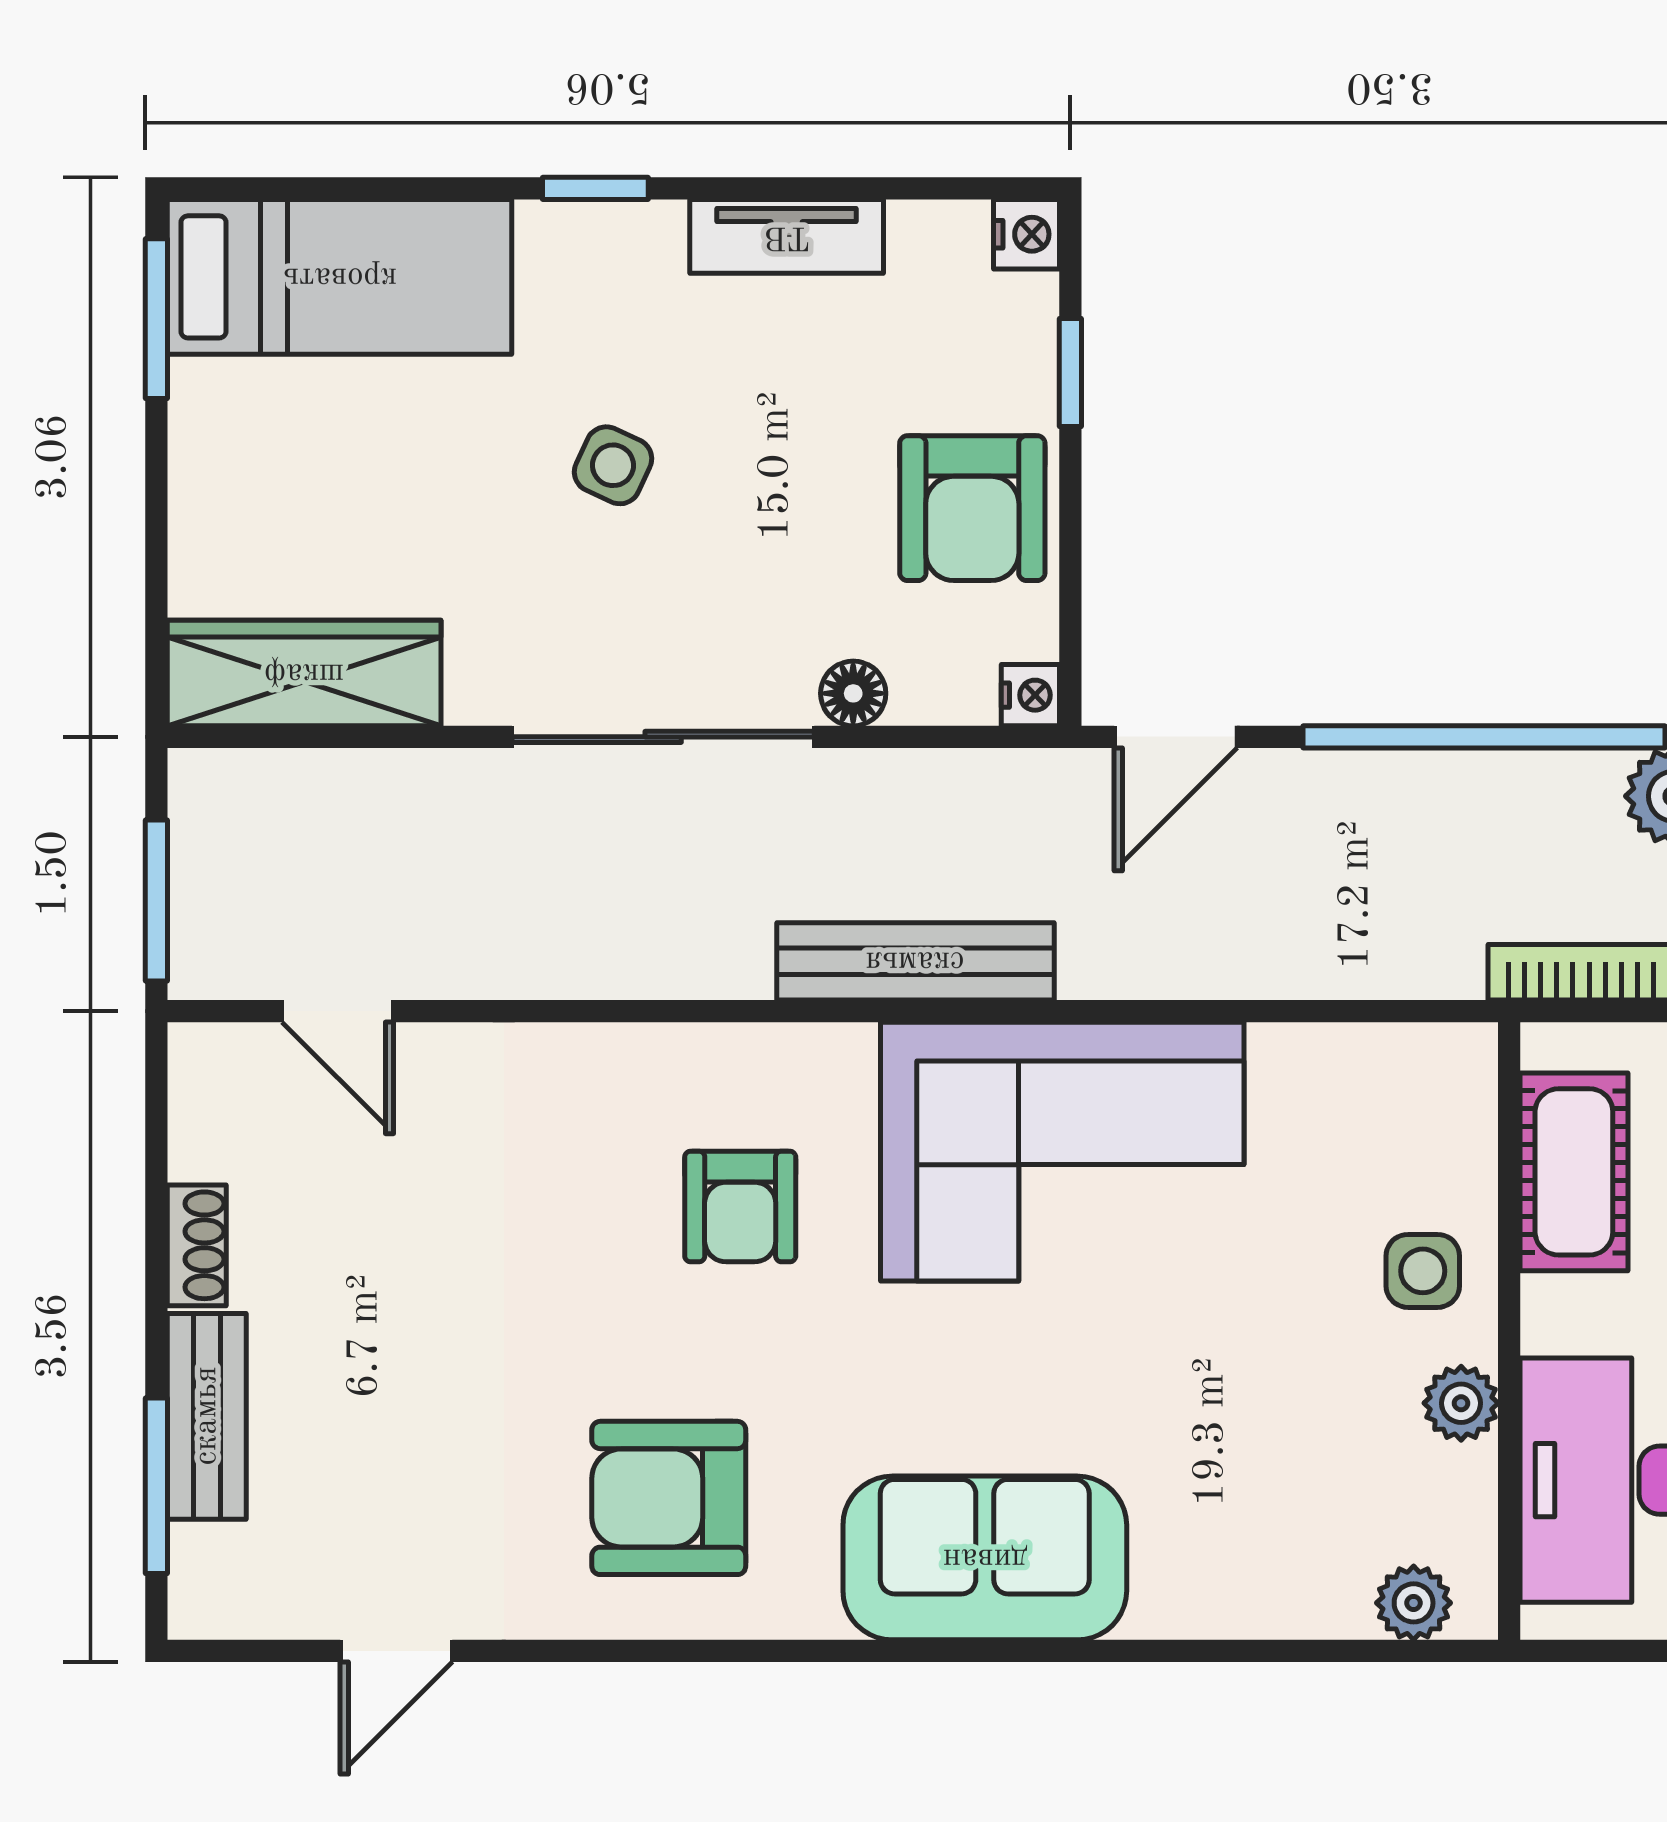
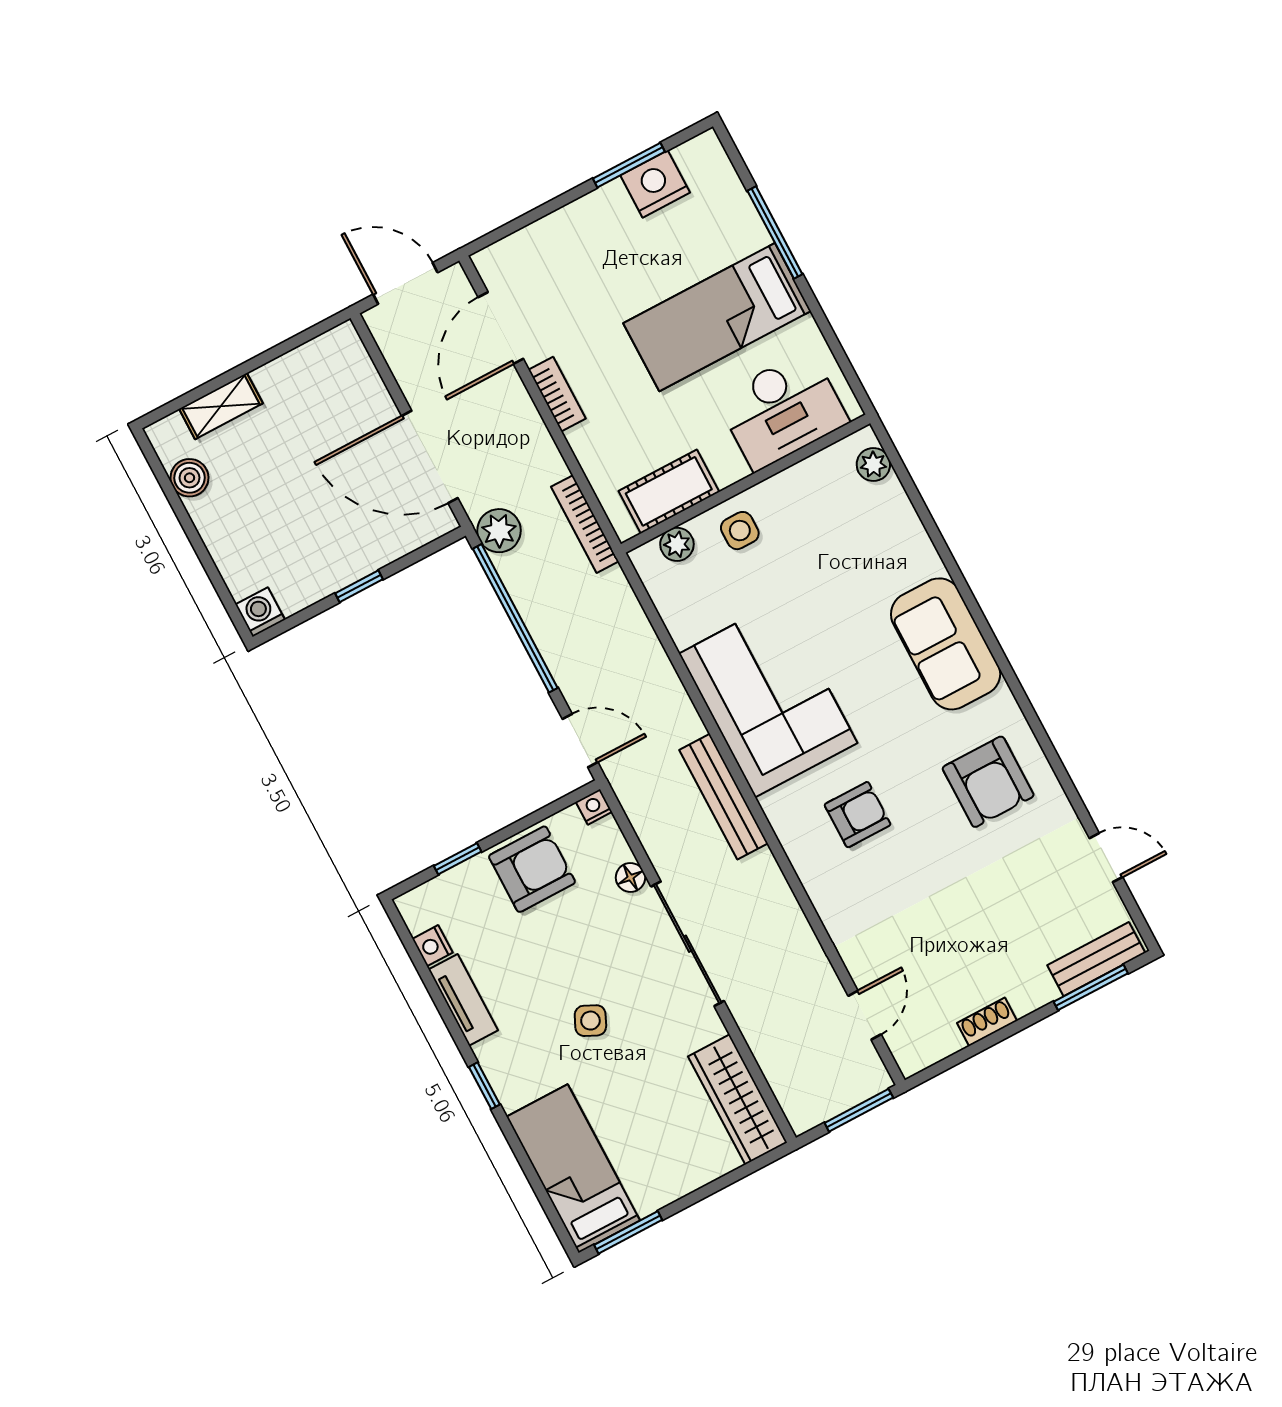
nightstand: (1027, 234) -> (433, 946), moved, turned -90
plant: (1461, 1403) -> (677, 544), moved
bench: (207, 1416) -> (1096, 959), moved

